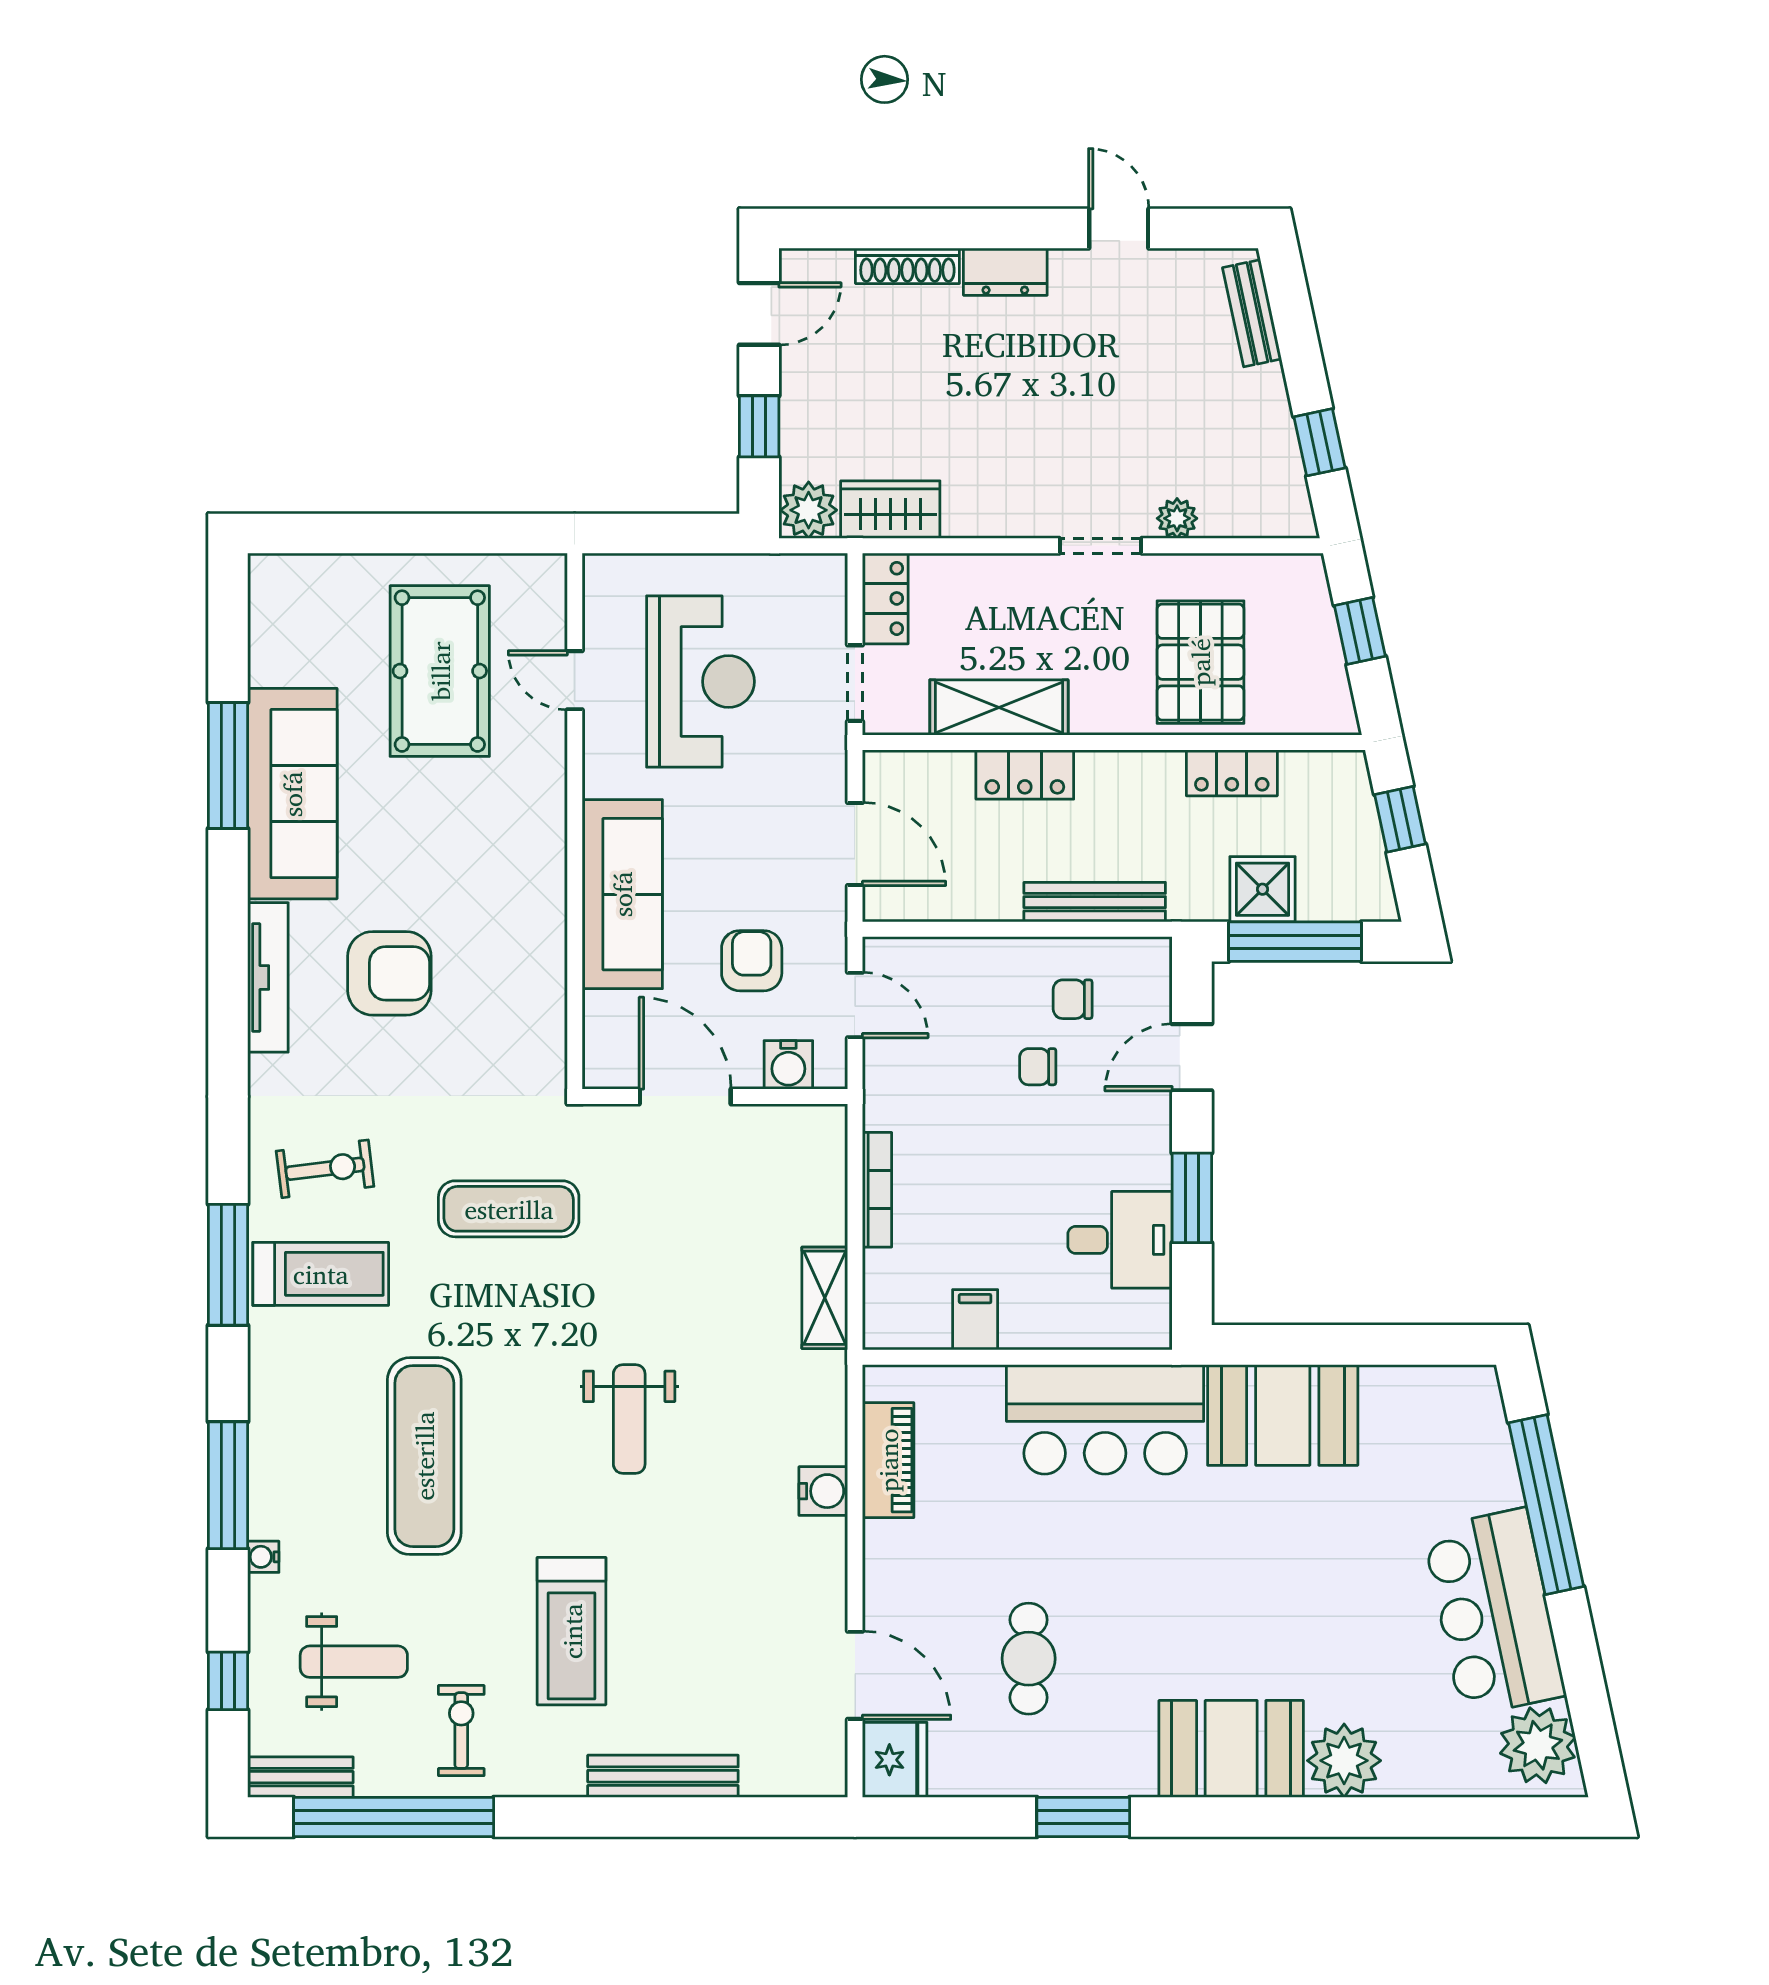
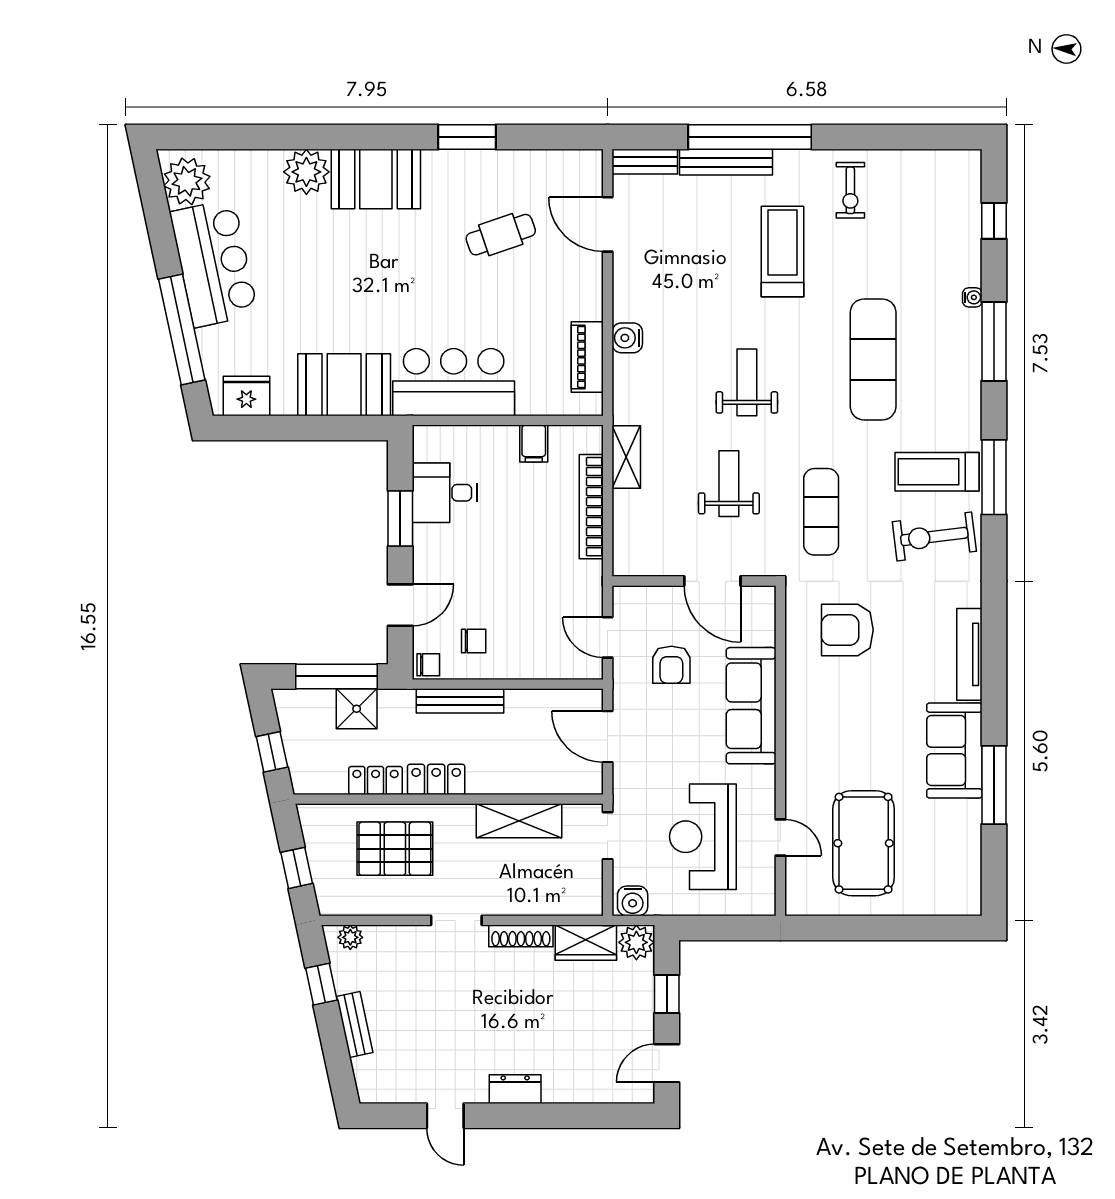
shoe rack: (907, 266) -> (521, 936), moved, turned 180
bench: (1252, 313) -> (355, 1025), moved
plant: (1177, 518) -> (350, 937), moved
locker: (885, 598) -> (589, 888), removed
pallet: (1200, 662) -> (395, 849), turned 90
locker: (1025, 775) -> (436, 779), moved
sofa: (292, 794) -> (954, 751), width x0.73
armchair: (389, 973) -> (847, 630), moved
water cooler: (788, 1065) -> (633, 901), moved, turned 180
chair: (1038, 1067) -> (428, 665), moved
exercise bike: (325, 1169) -> (934, 536), width x1.38, depth x1.39
bookcase: (877, 1190) -> (591, 507), width x1.48, depth x1.31
exercise mat: (509, 1209) -> (821, 512), turned 90
cafe table: (1029, 1659) -> (501, 235), turned 71
weight bench: (354, 1662) -> (729, 484), moved, turned 90
fridge: (895, 1760) -> (246, 396), moved, turned 90
bench: (300, 1777) -> (645, 162), moved
window: (394, 1817) -> (750, 137), moved

